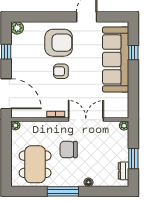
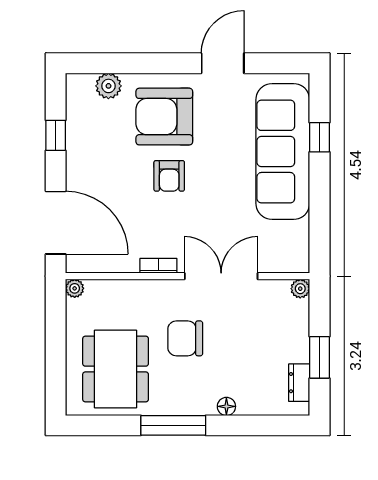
plant: (17, 28) -> (108, 86), moved
armchair: (59, 43) -> (164, 117), turned 180
armchair: (61, 71) -> (169, 176), turned -90

